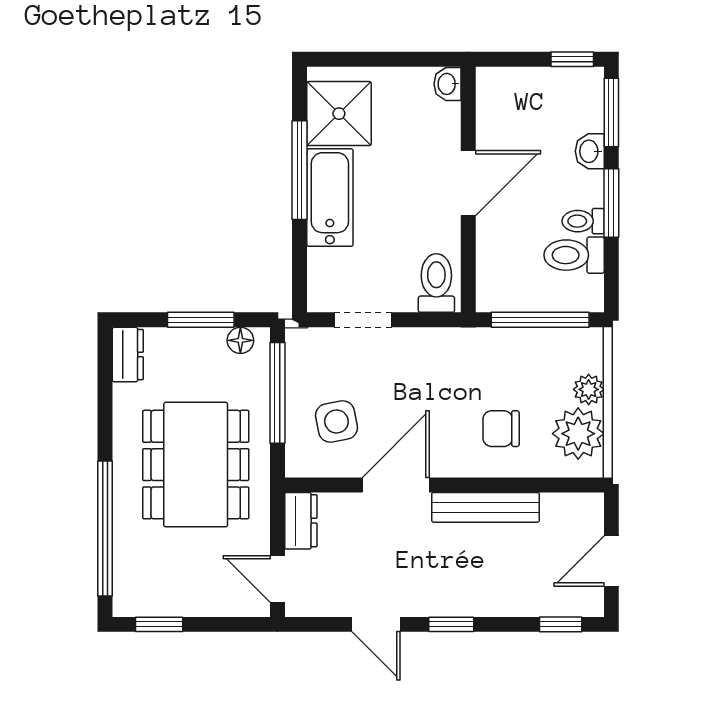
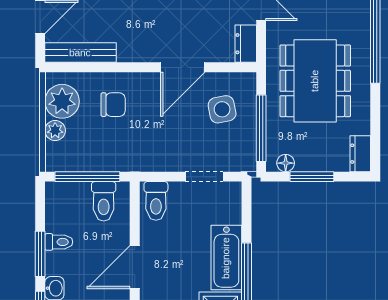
toilet: (574, 255) -> (104, 201), moved, turned 90
bench: (486, 507) -> (80, 53), moved

